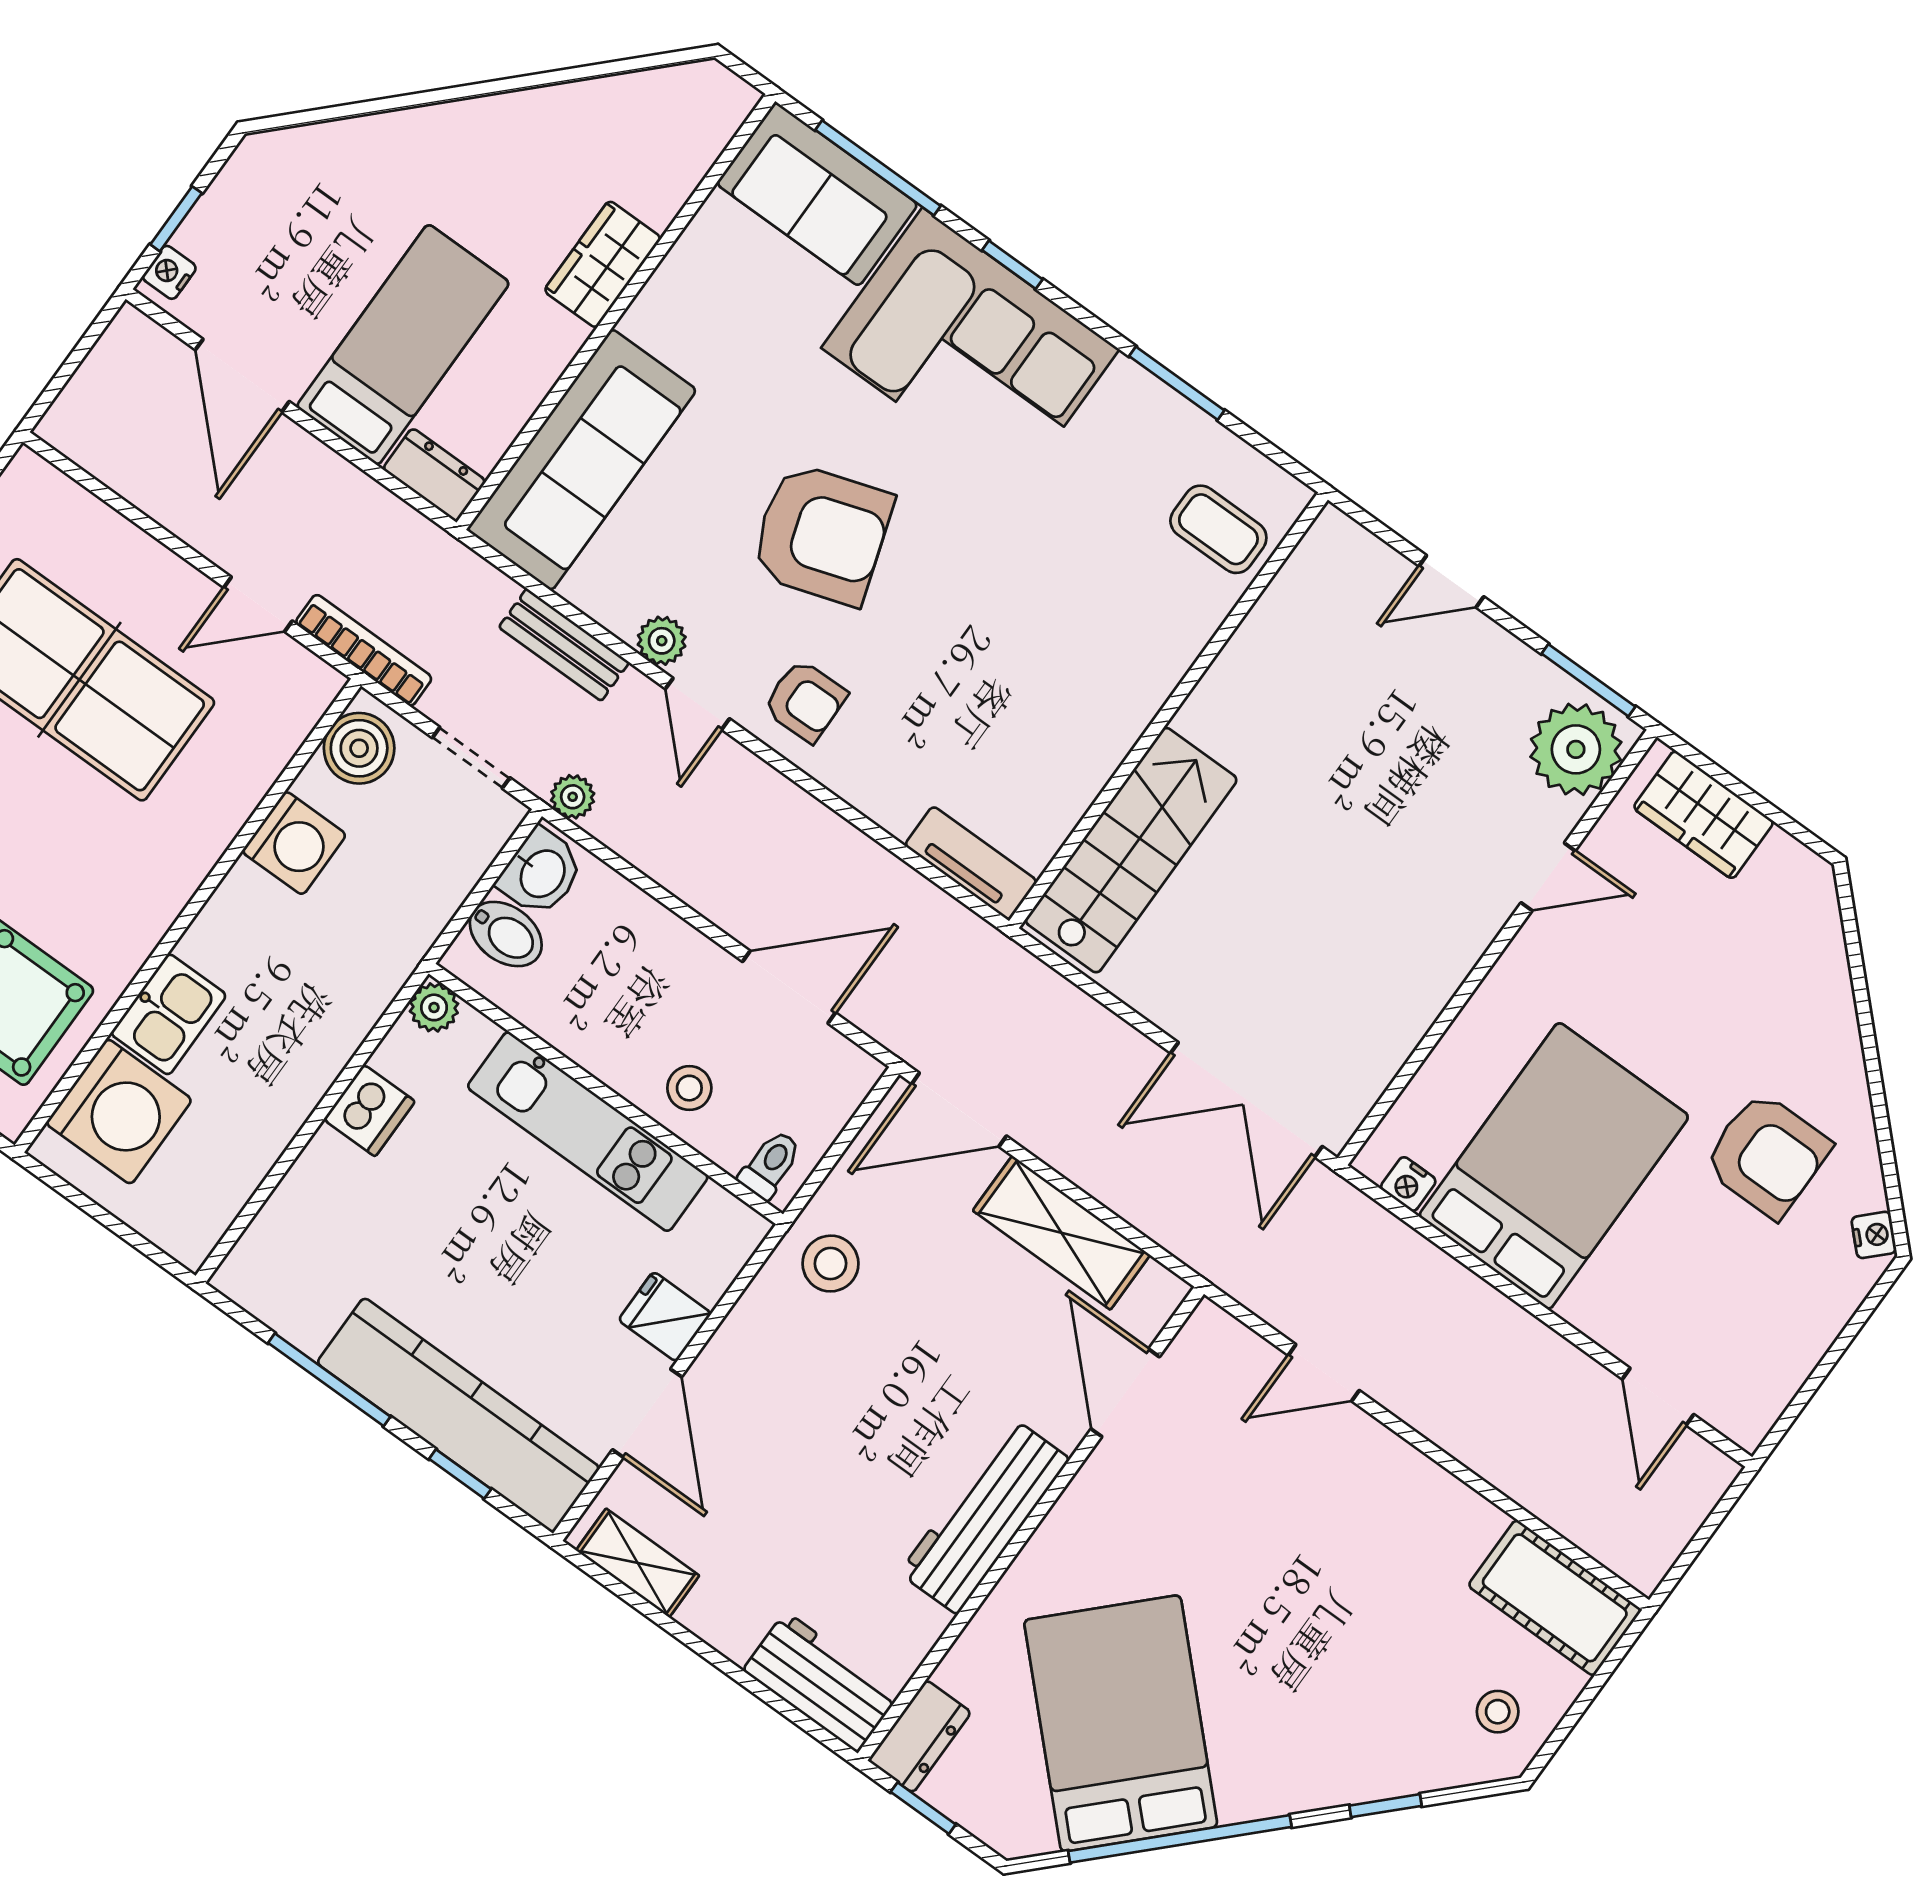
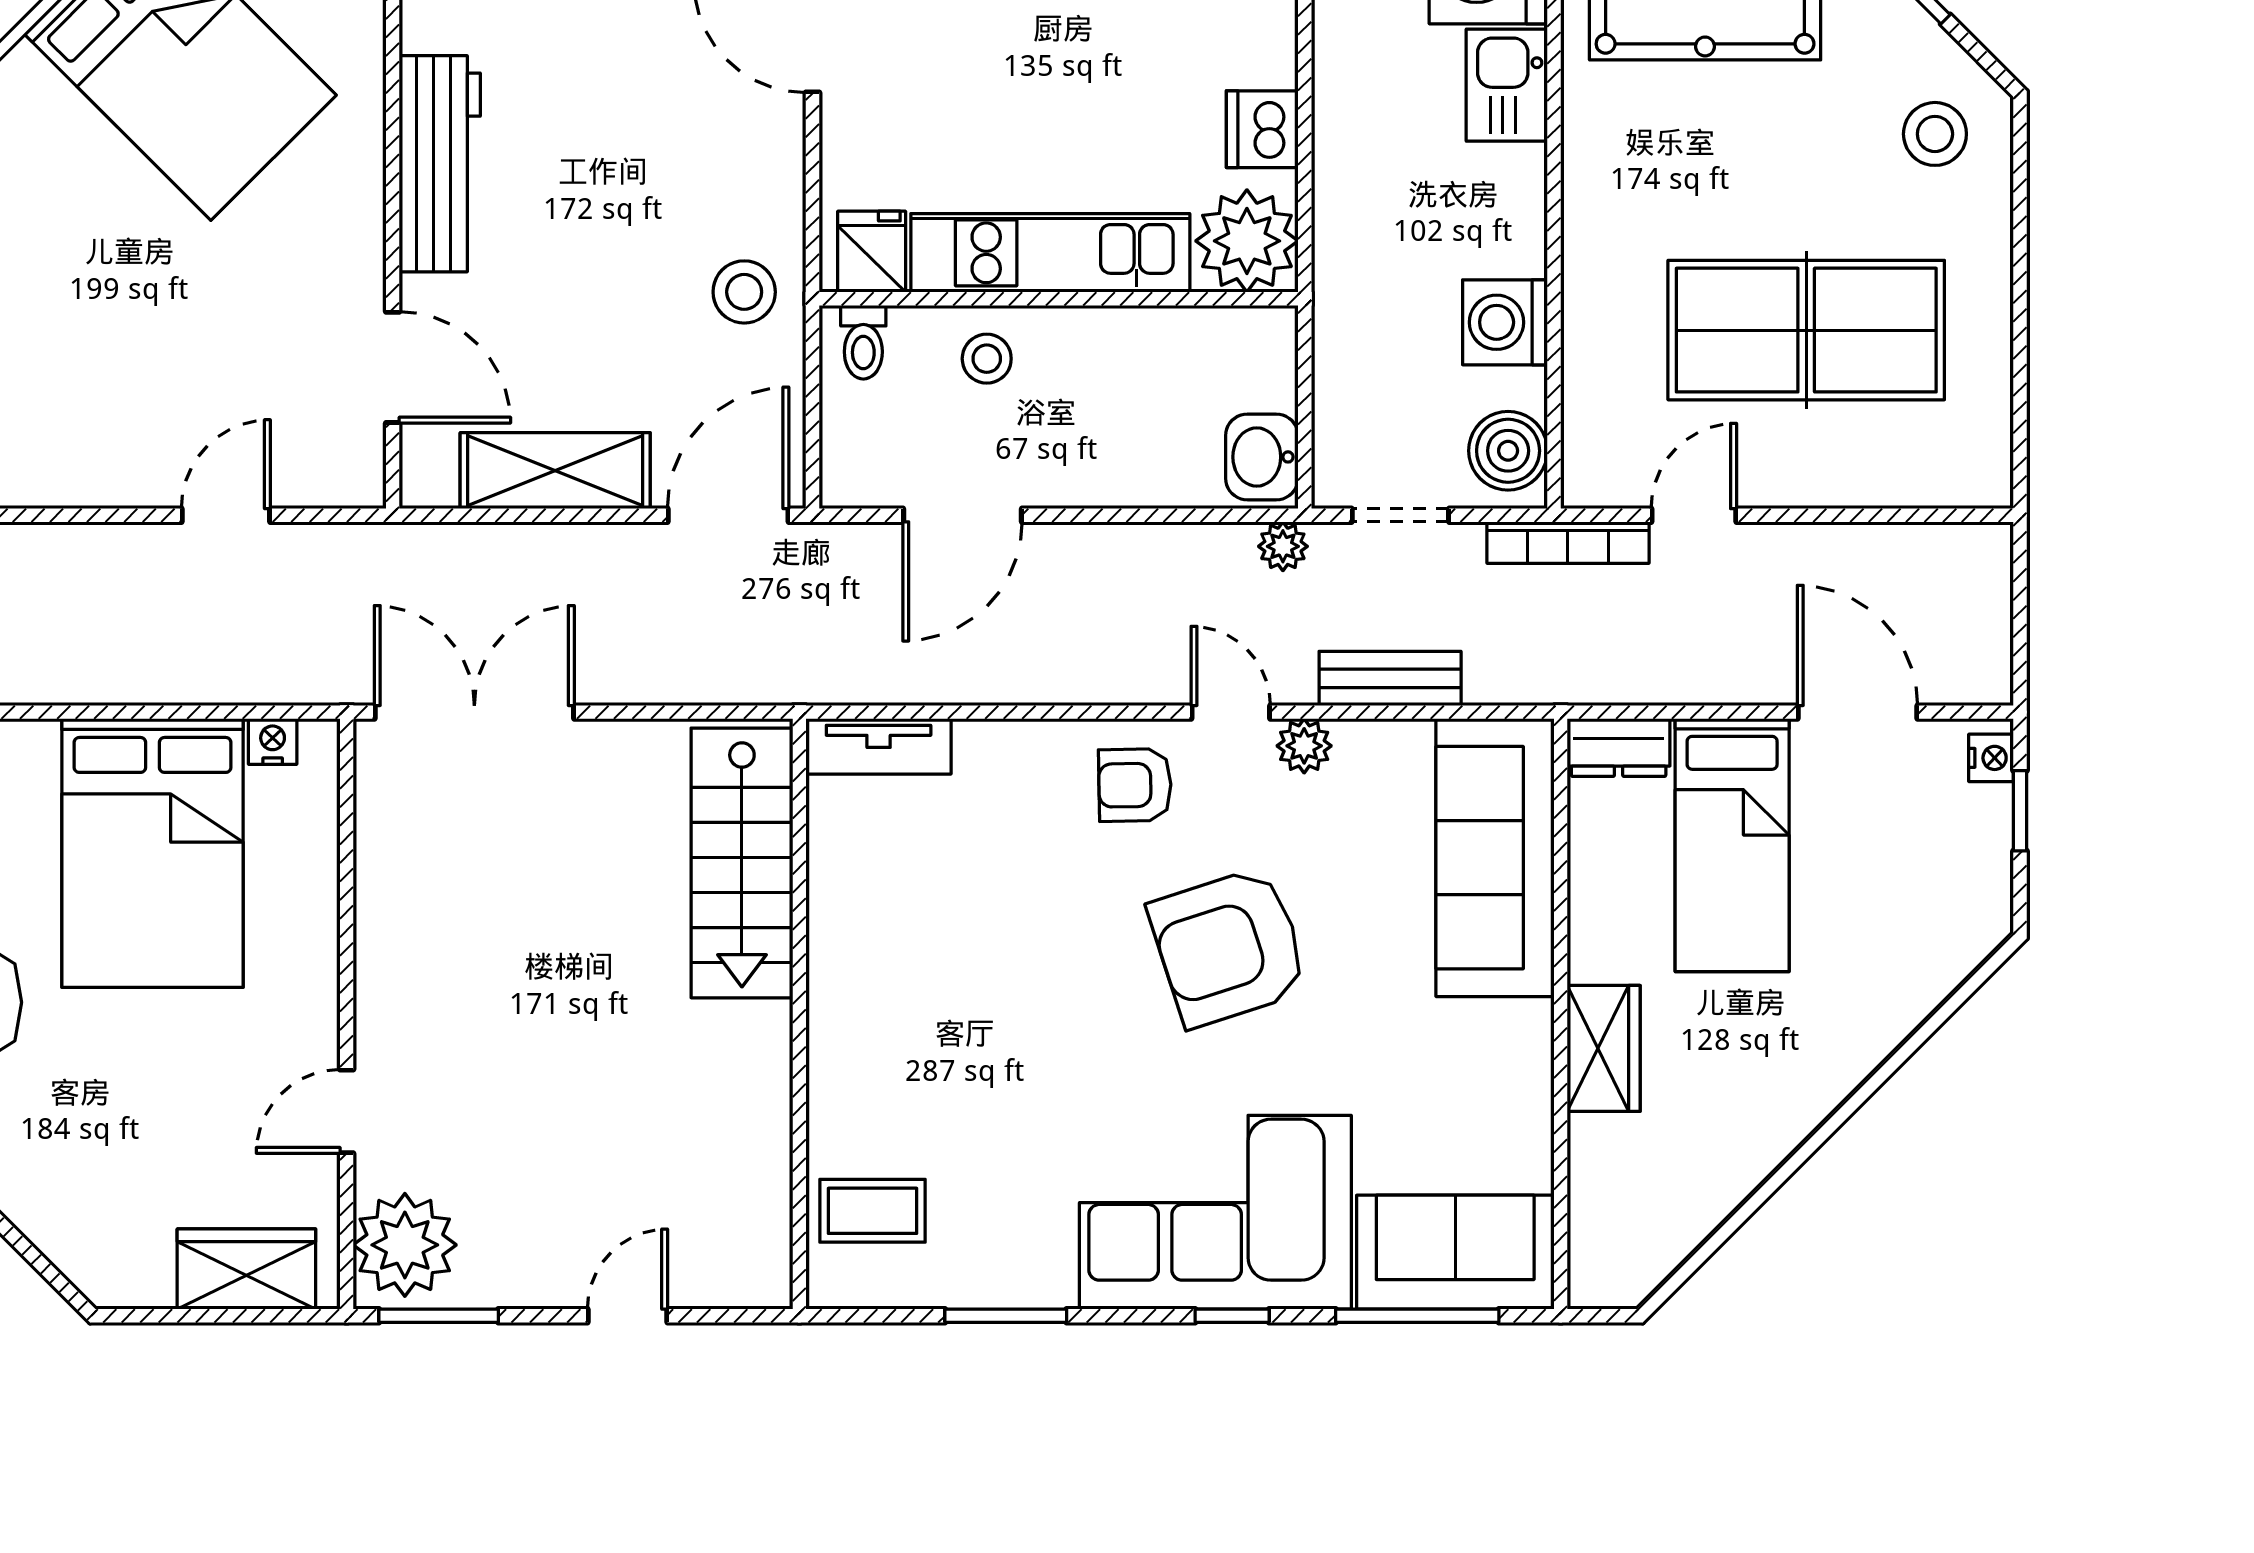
bidet: (506, 934) -> (1254, 378), removed
plant: (434, 1007) -> (1247, 241), width x1.87, depth x1.87
fridge: (665, 1317) -> (872, 252), moved, turned -90

